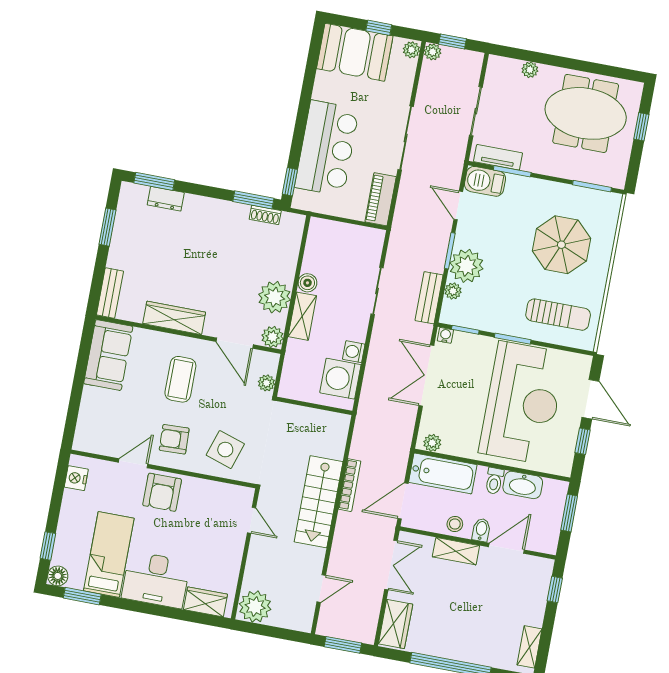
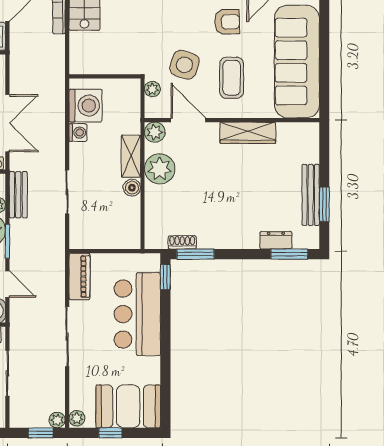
bench: (110, 293) -> (311, 195), moved, width x1.36
sofa: (108, 355) -> (297, 62), width x1.85, depth x1.27
side table: (225, 450) -> (184, 65), moved

